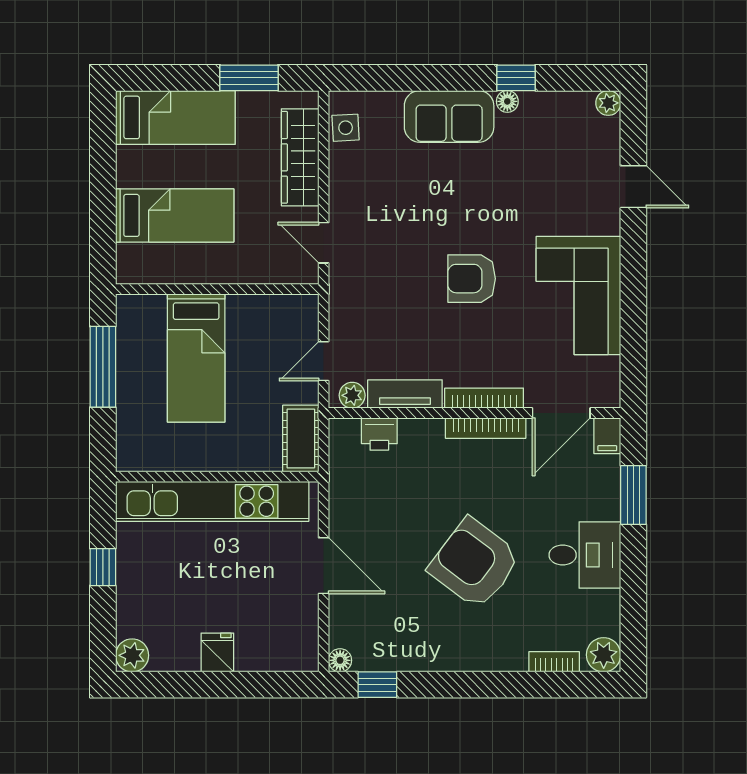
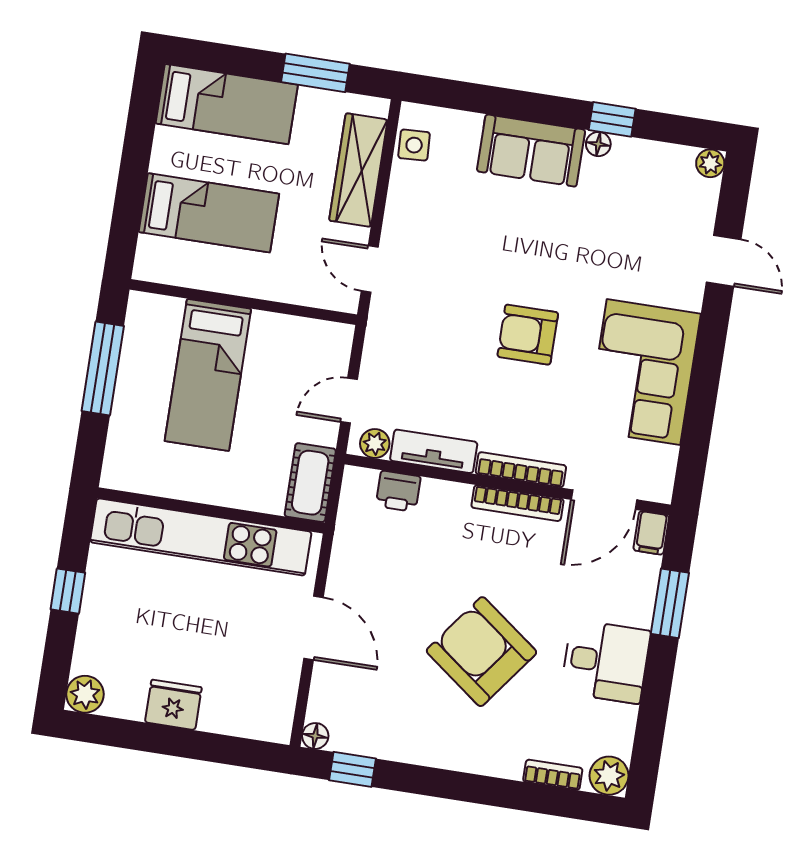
fridge: (217, 653) -> (173, 705), width x1.38

